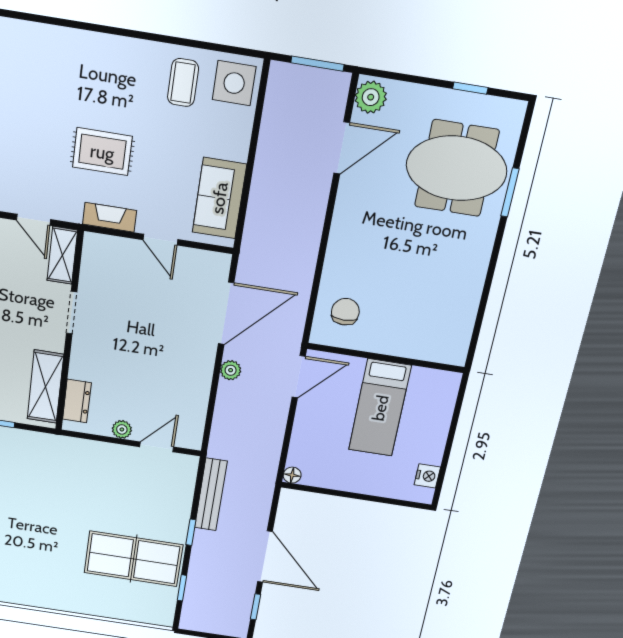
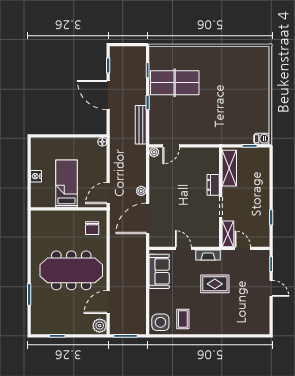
meeting table: (457, 168) -> (71, 270), moved, width x1.36
dresser: (77, 401) -> (213, 185), moved
plant: (122, 429) -> (154, 152), moved
nightstand: (427, 476) -> (36, 176), moved

